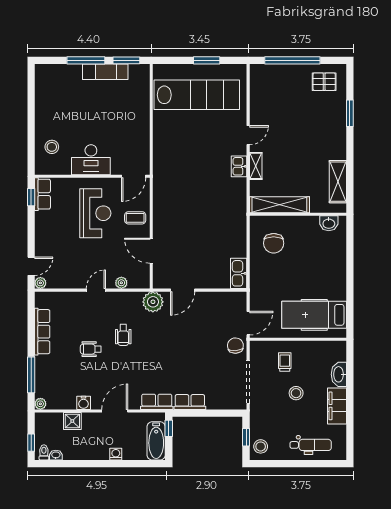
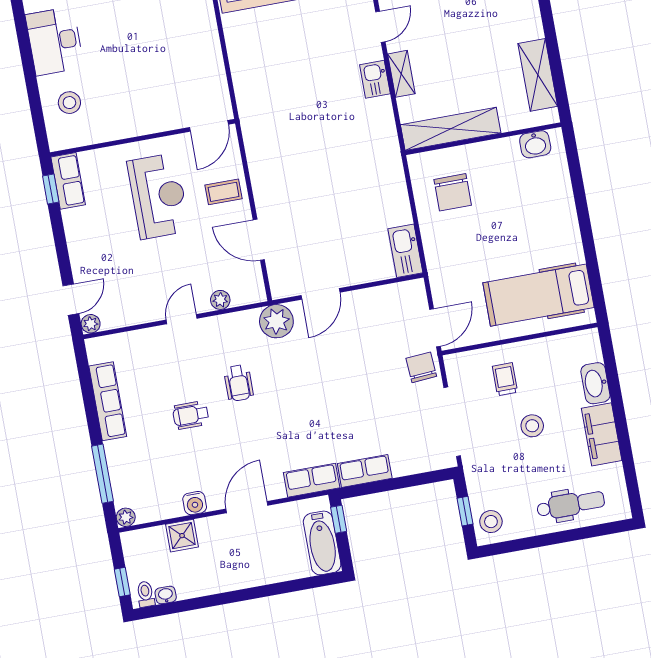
desk: (91, 160) -> (55, 41), moved, turned 90
washing machine: (116, 454) -> (261, 576), removed

